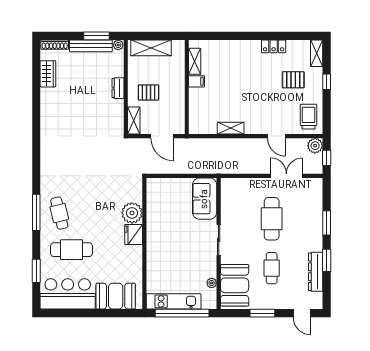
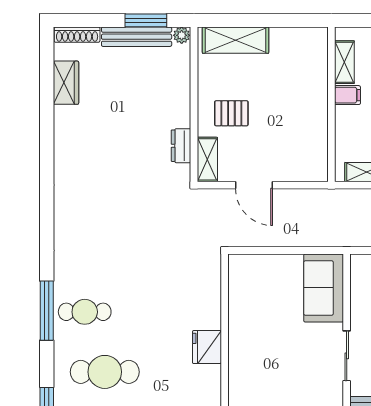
shelving: (195, 61) -> (344, 62), moved
filing cabinet: (197, 81) -> (347, 95), moved
wall: (187, 87) -> (331, 104), moved
dresser: (118, 88) -> (181, 146), moved
cafe table: (59, 213) -> (85, 312), turned -76
plant: (132, 213) -> (204, 312), removed

